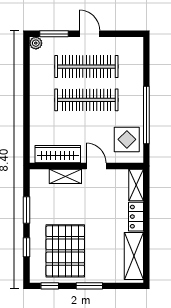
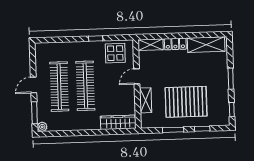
window: (146, 115) -> (96, 38), width x0.32
wardrobe: (58, 154) -> (118, 122), moved, turned 90
pallet: (65, 251) -> (186, 102), moved

